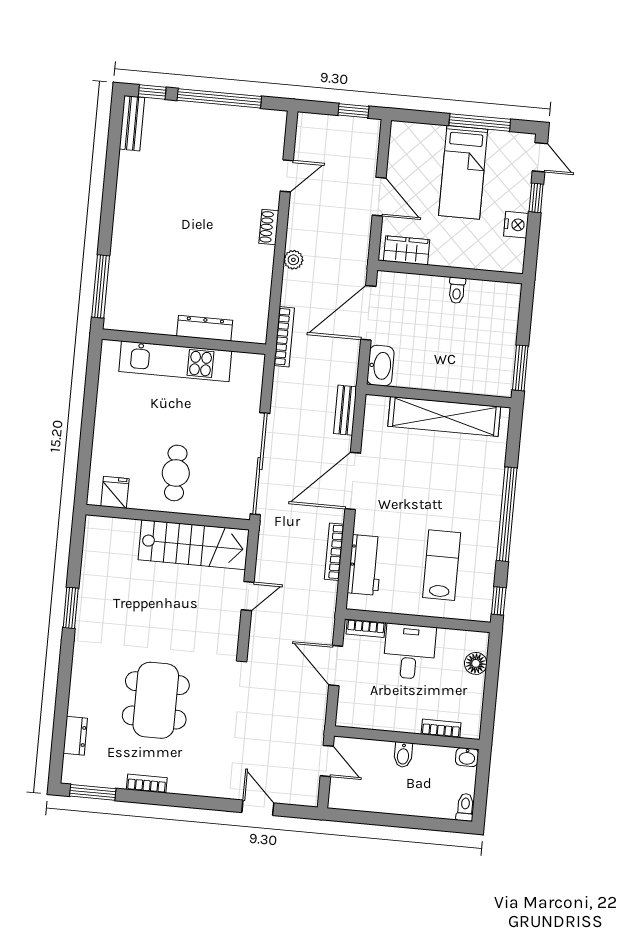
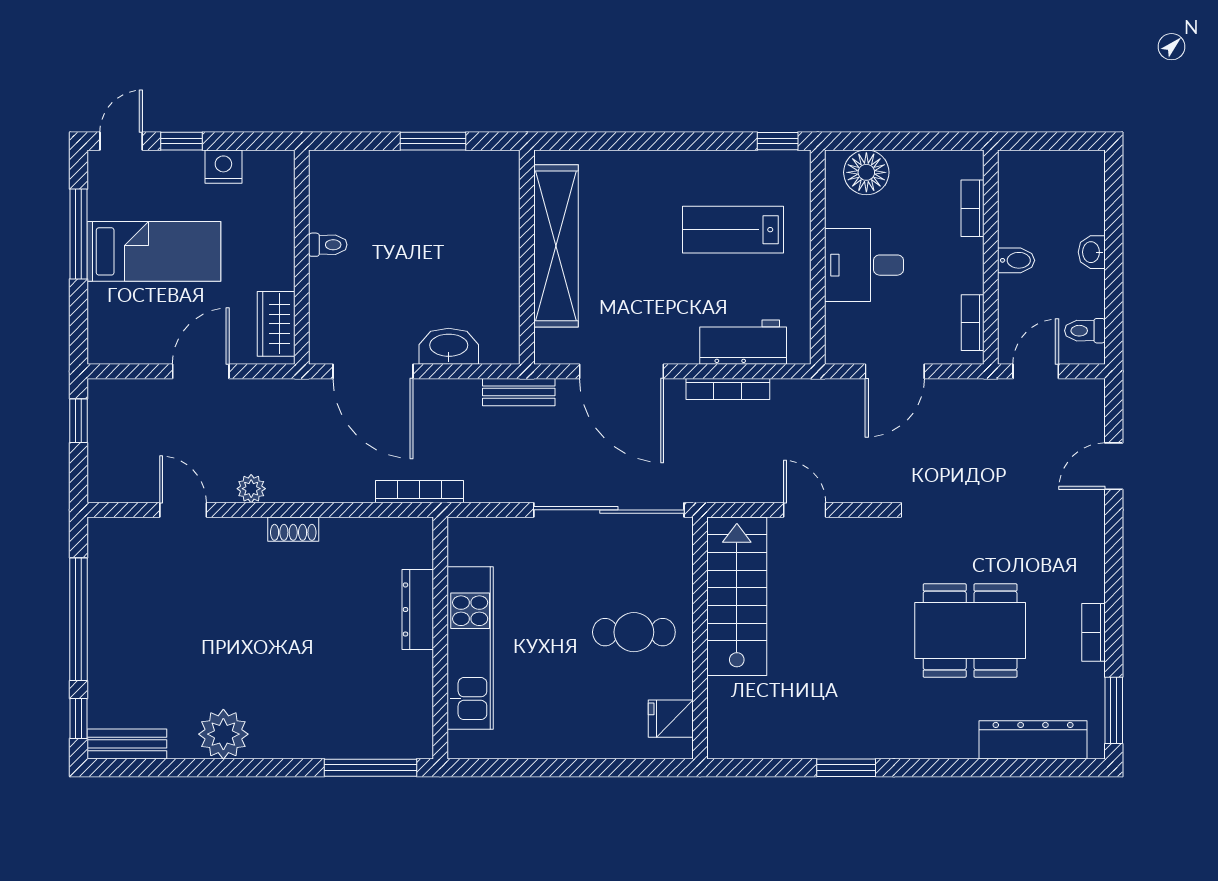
plant: (133, 189) -> (223, 734), added
shoe rack: (269, 227) -> (293, 529), moved
plant: (293, 260) -> (251, 489), moved
wall: (439, 396) -> (527, 257), moved
shelving: (444, 416) -> (556, 246), moved
window: (507, 514) -> (649, 141), removed
bookcase: (366, 628) -> (973, 323), moved, turned 180
floor lamp: (476, 663) -> (866, 172), width x1.38, depth x1.38
dresser: (75, 736) -> (1033, 740), width x1.96, depth x1.24
washbasin: (467, 757) -> (1092, 252), moved, turned 180
toilet: (465, 807) -> (1085, 331), moved

